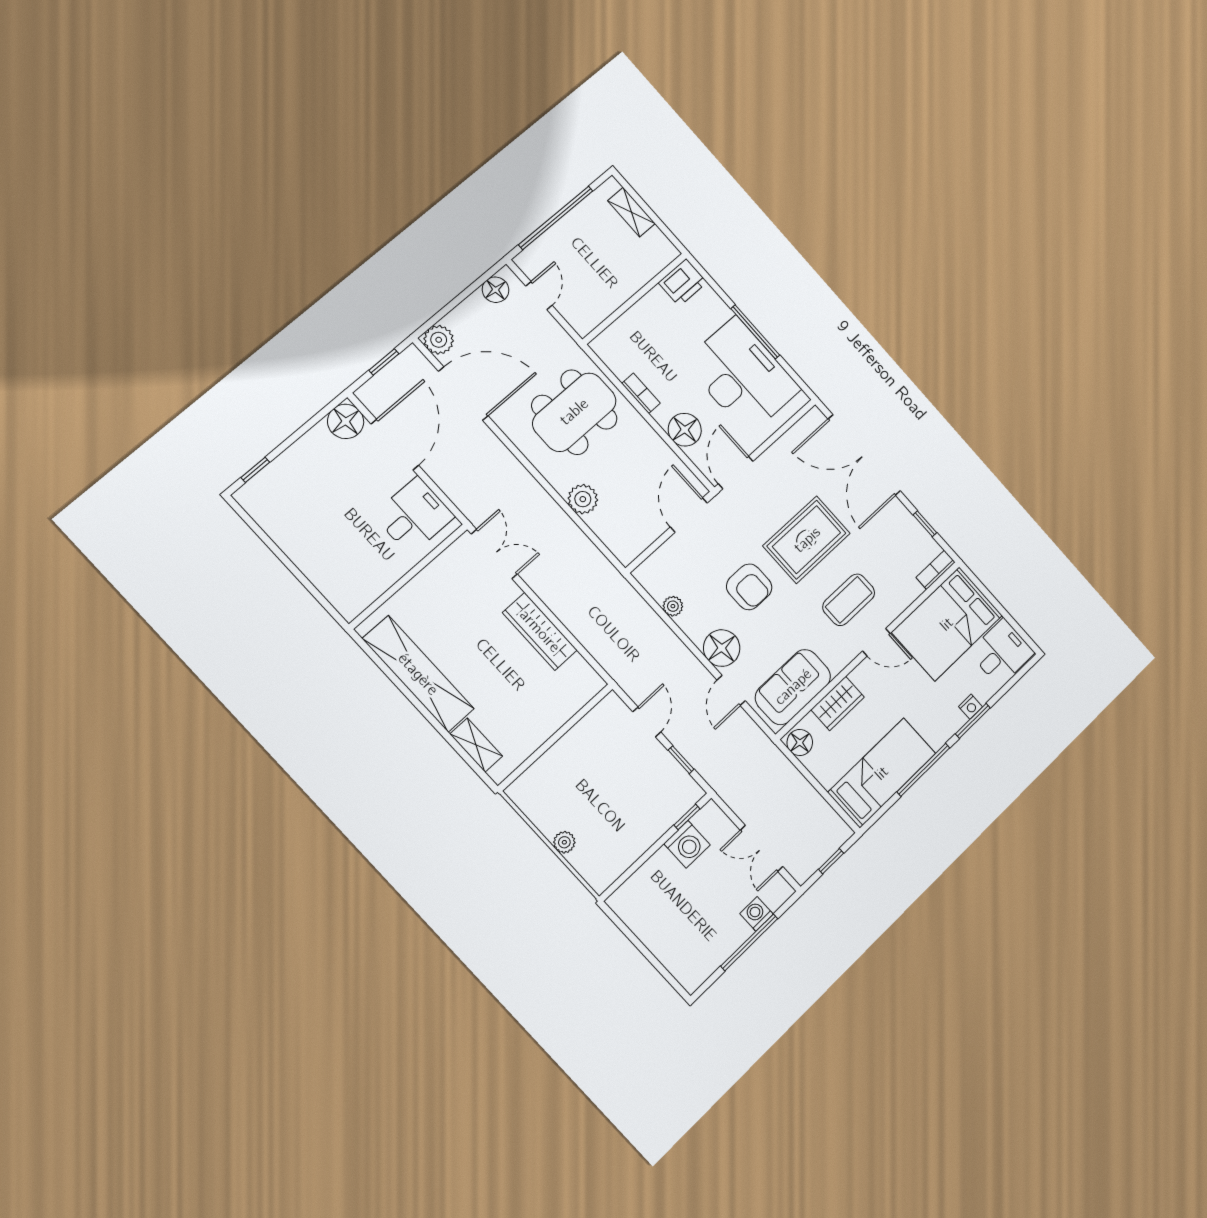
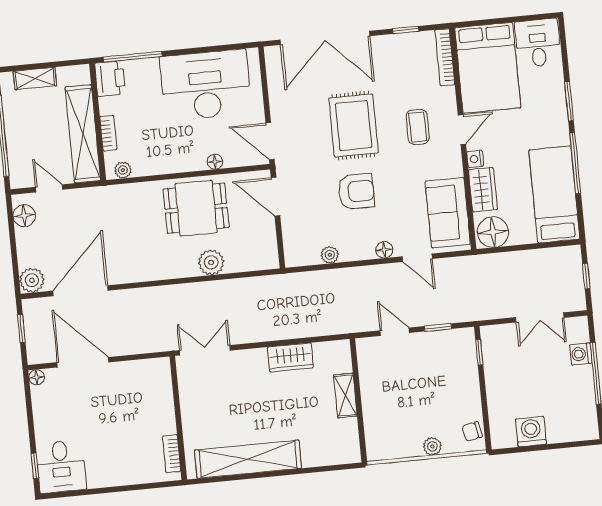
shelving: (613, 292) -> (83, 134), added
window: (755, 332) -> (133, 57), moved
plant: (608, 354) -> (123, 170), added
bookcase: (641, 393) -> (108, 133), moved, turned 90
dining table: (574, 412) -> (196, 208), moved, width x0.73
floor lamp: (346, 421) -> (37, 377), width x0.53, depth x0.53
floor lamp: (685, 430) -> (215, 162), width x0.53, depth x0.53
desk: (414, 516) -> (61, 467), moved, turned 180
bookcase: (936, 570) -> (445, 57), width x1.56
bookcase: (368, 595) -> (172, 454), added
coffee table: (849, 600) -> (418, 127), width x0.73, depth x0.77
wardrobe: (540, 631) -> (290, 357), width x0.67
floor lamp: (722, 648) -> (384, 250), width x0.53, depth x0.53
nightstand: (971, 707) -> (475, 159), moved, turned 180
floor lamp: (800, 743) -> (493, 232), width x1.38, depth x1.38
shelving: (476, 745) -> (345, 396), moved, turned 90
washing machine: (687, 844) -> (531, 432), moved, turned -90
chair: (607, 869) -> (472, 431), added

